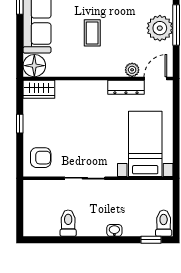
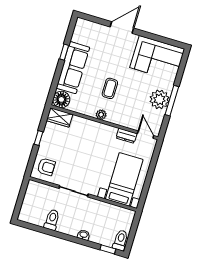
plant: (132, 70) -> (101, 115), moved
door: (155, 78) -> (146, 135), hinge flipped
dresser: (126, 87) -> (126, 136), width x0.70

